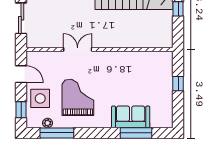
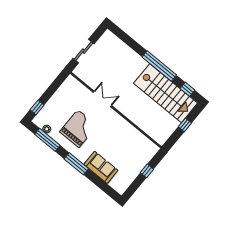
door: (21, 74) -> (55, 85), removed
side table: (40, 98) -> (55, 110), removed
window: (136, 133) -> (76, 164), moved

